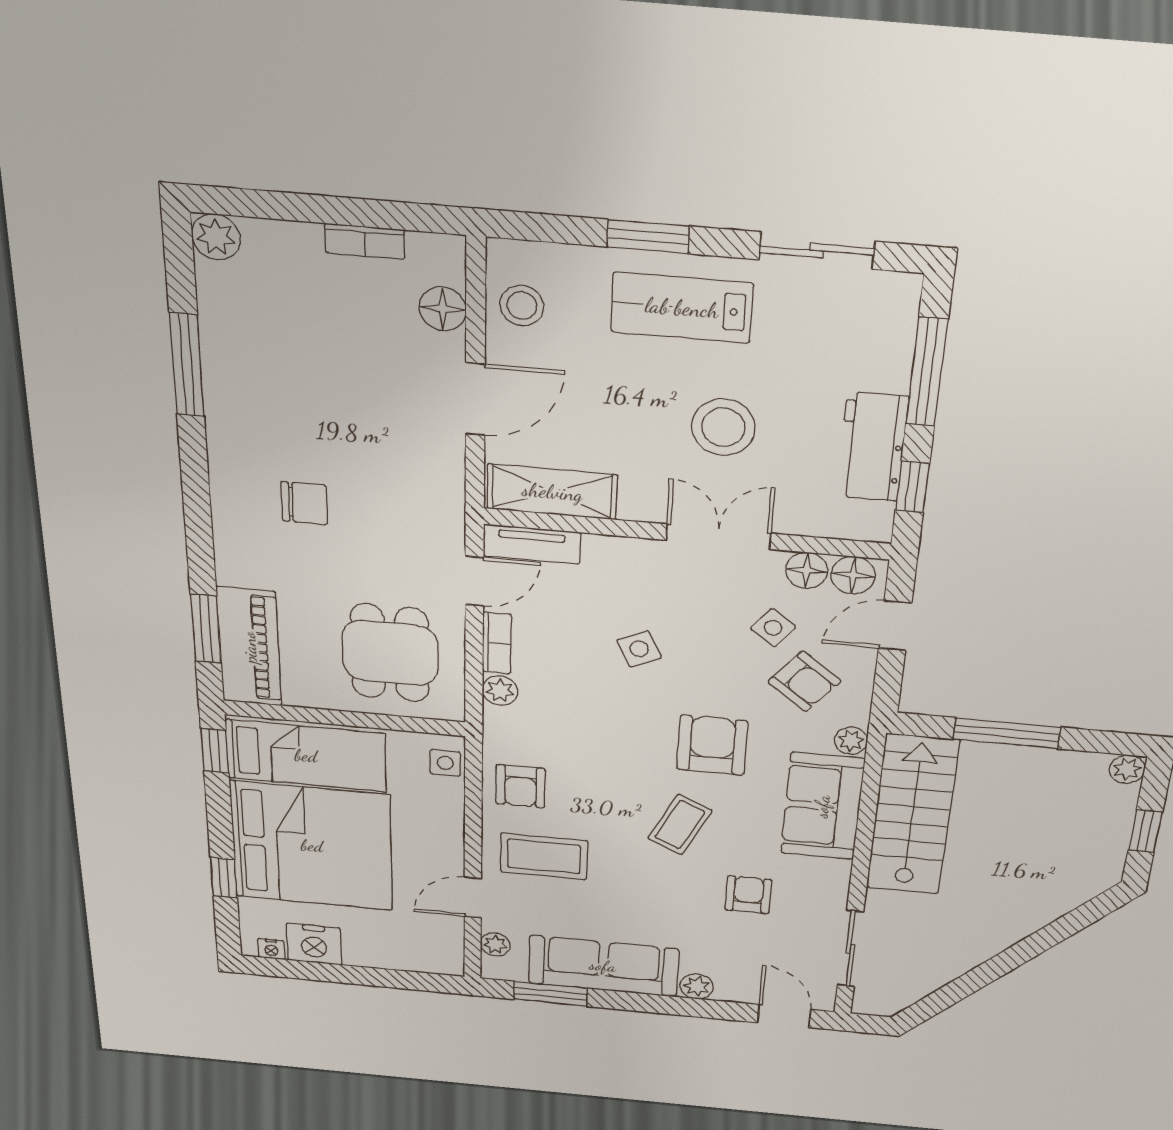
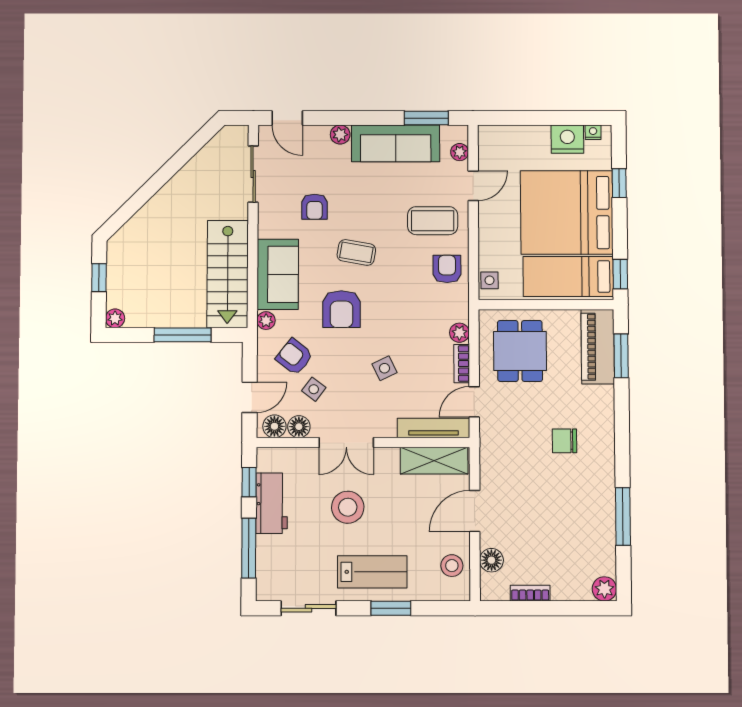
tv unit: (532, 544) -> (433, 428), width x1.41
coffee table: (680, 825) -> (356, 252), turned 75

